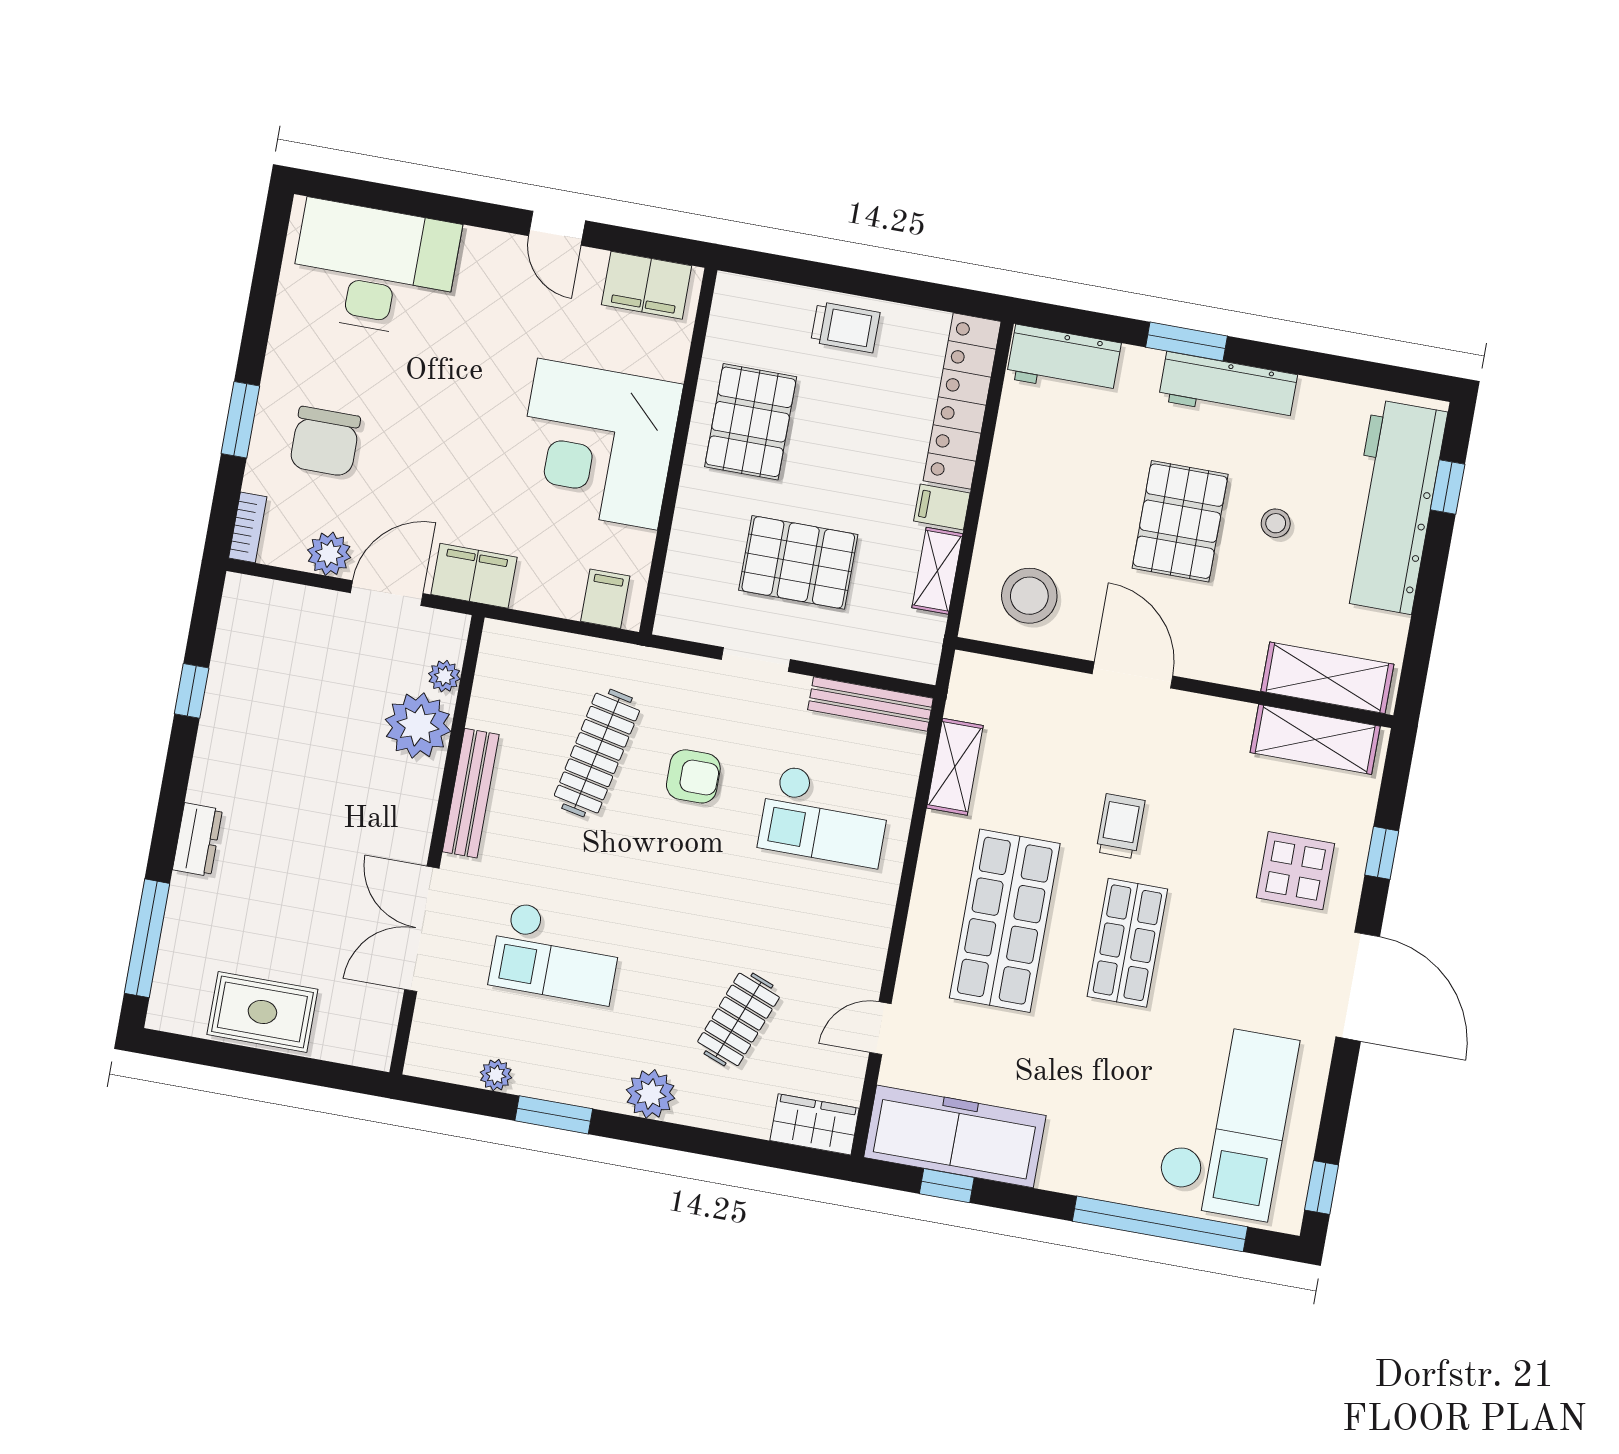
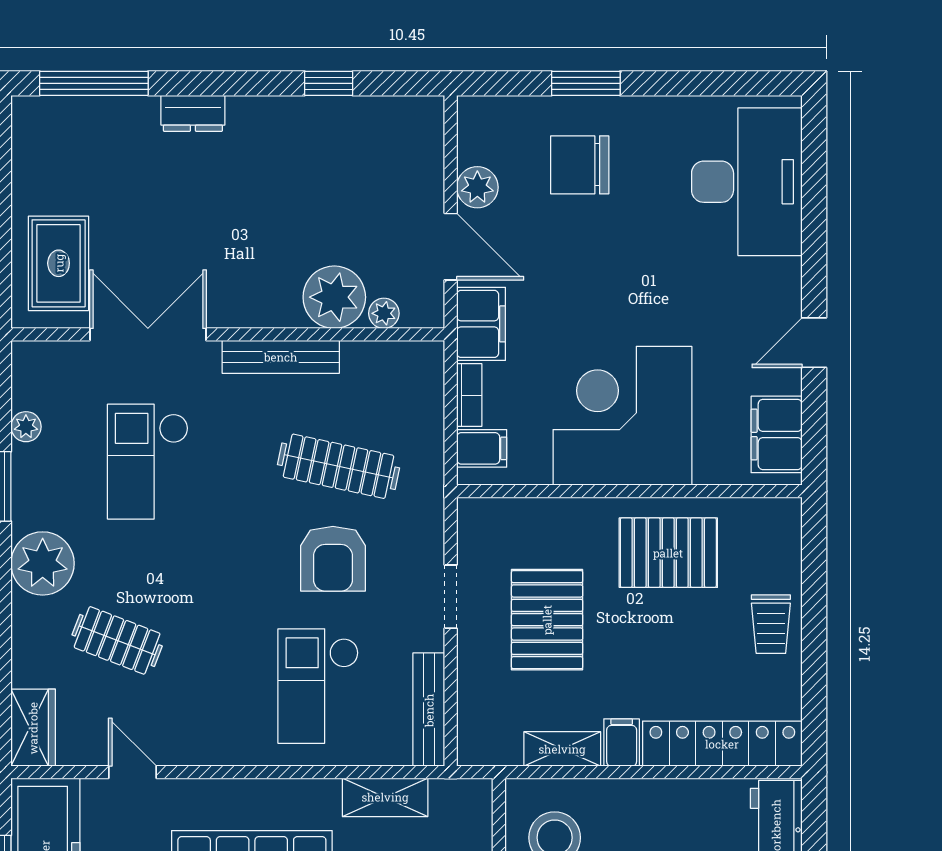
bookcase: (248, 527) -> (469, 395), moved, turned -90
armchair: (693, 776) -> (333, 559), width x1.38, depth x1.38
rug: (262, 1012) -> (59, 263), moved
plant: (651, 1094) -> (43, 563), width x1.36, depth x1.36

